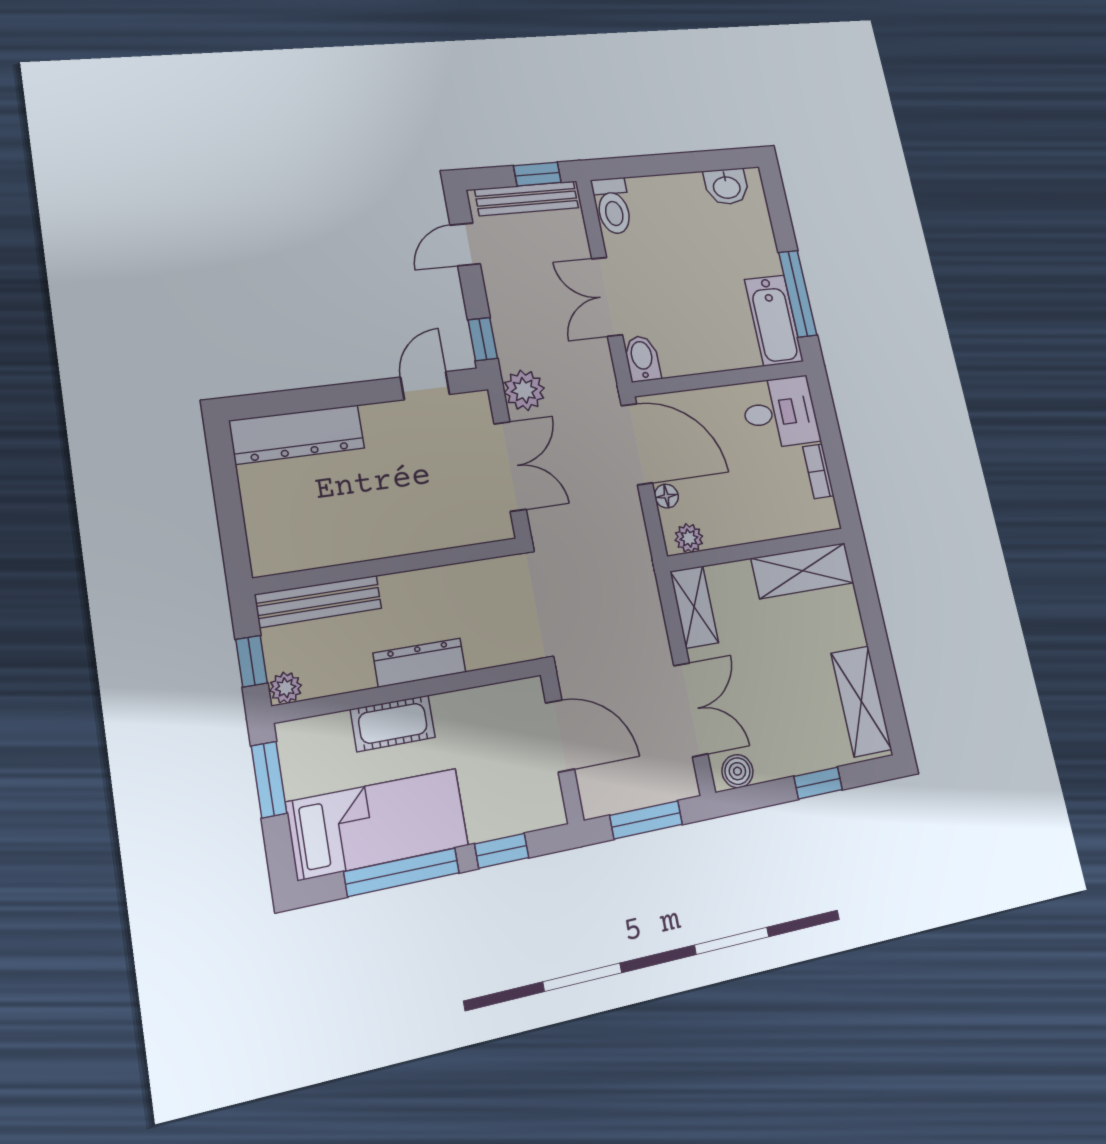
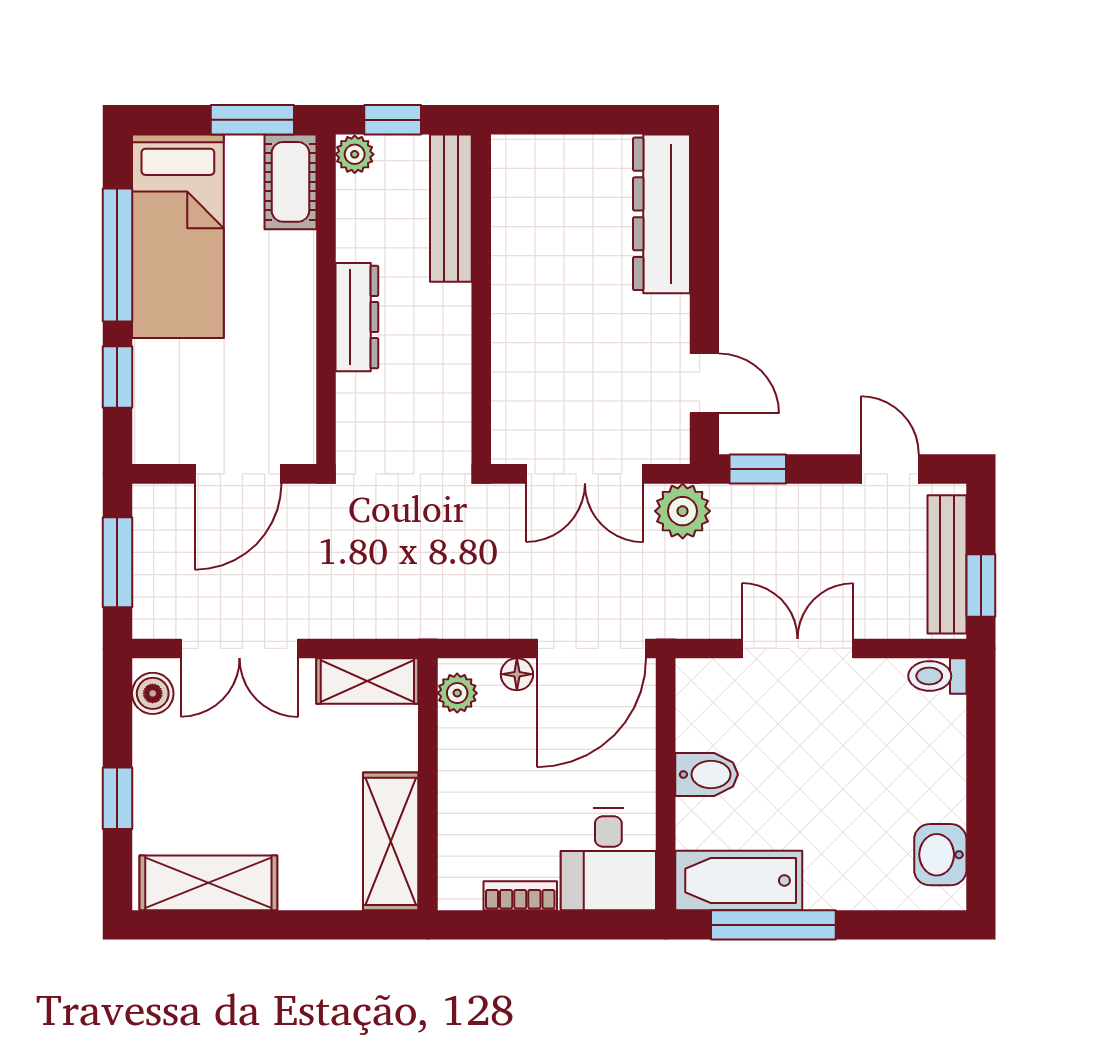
toilet: (613, 206) -> (937, 676), width x0.73, depth x0.72
bidet: (642, 358) -> (707, 774), moved
cot: (393, 723) -> (290, 182), moved

